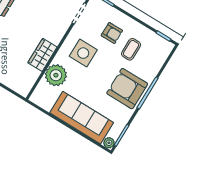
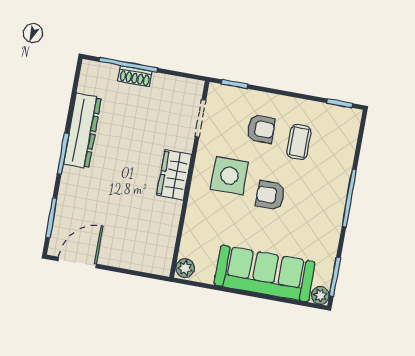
wardrobe: (42, 55) -> (174, 175), moved
plant: (56, 75) -> (185, 268), moved, width x0.53, depth x0.53
armchair: (127, 89) -> (270, 195), moved, width x0.53, depth x0.53

